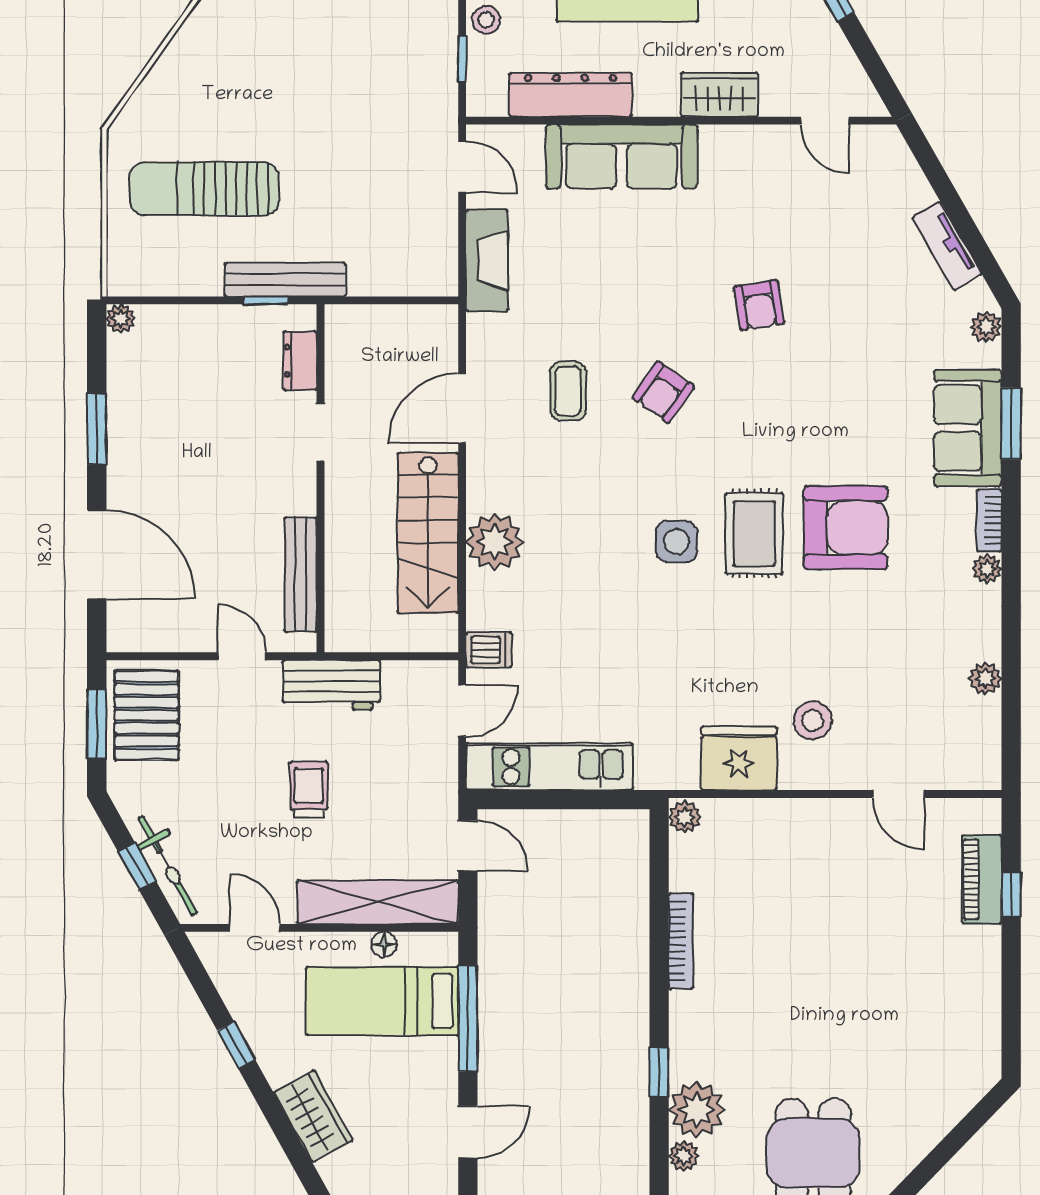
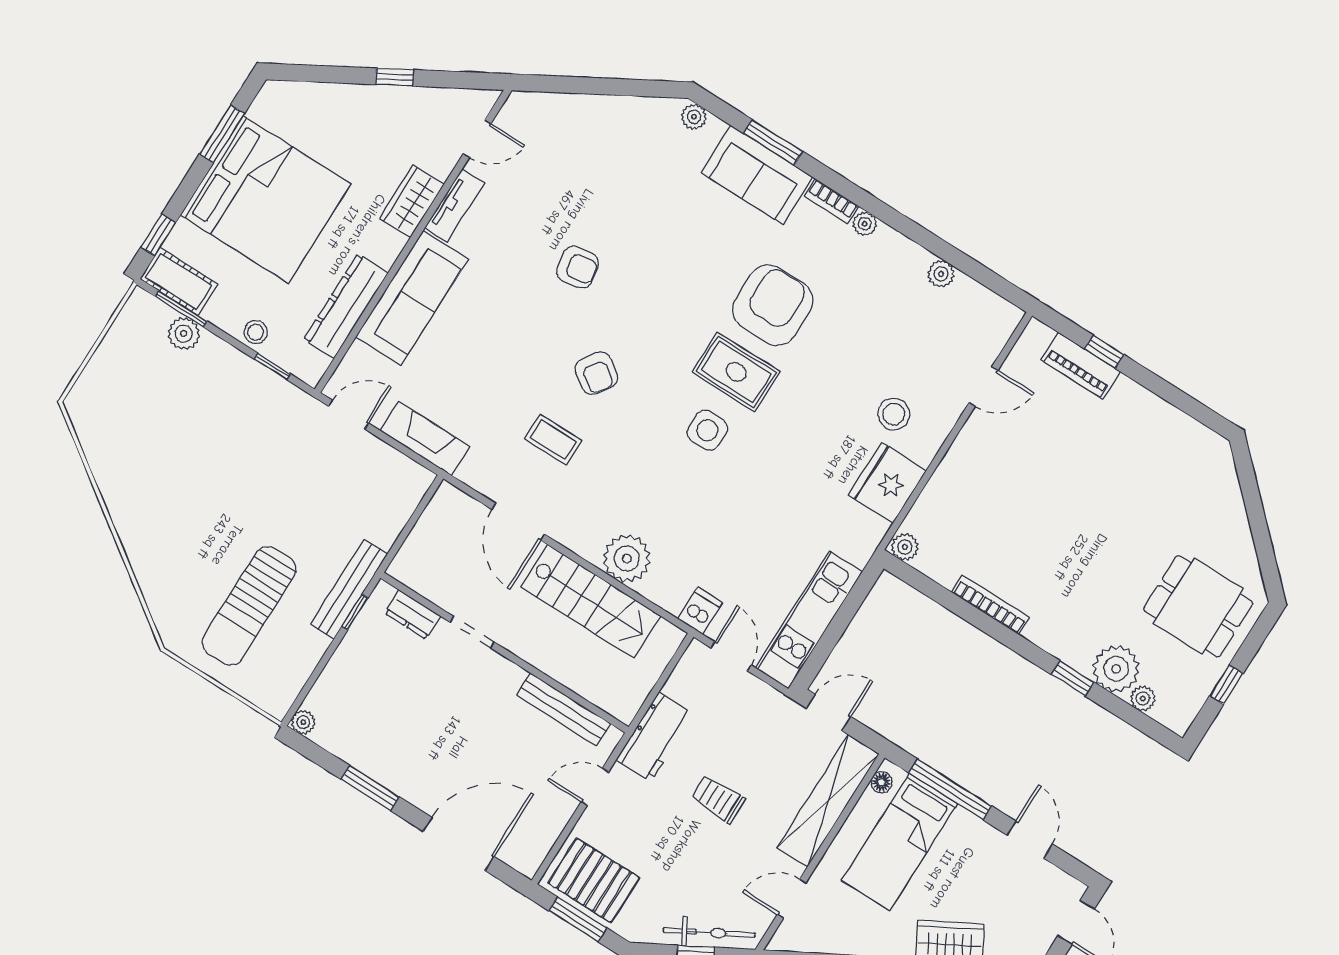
tv unit: (947, 246) -> (454, 206), moved, turned -60
floor lamp: (384, 944) -> (881, 782), moved

